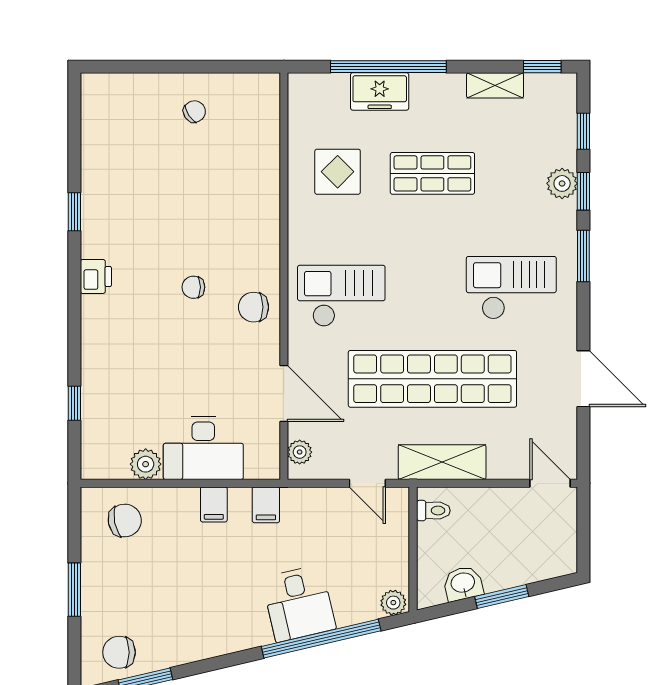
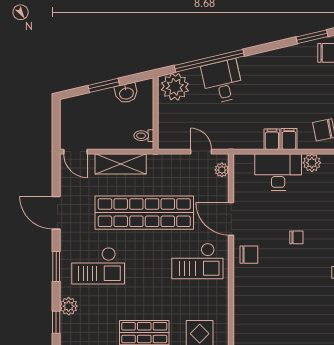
plant: (562, 183) -> (69, 306), moved
window: (583, 256) -> (56, 267), moved
chair: (193, 287) -> (296, 237), moved
door: (284, 394) -> (231, 219), moved
shelving: (442, 462) -> (121, 164), moved
door: (367, 483) -> (201, 152), moved
filing cabinet: (266, 505) -> (289, 139), moved
plant: (393, 603) -> (175, 87), width x1.87, depth x1.87

